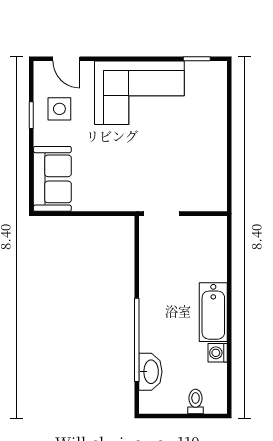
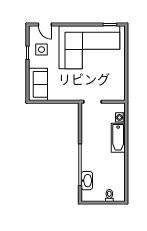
corner sofa: (139, 93) -> (89, 47), width x1.36, depth x1.36
bathtub: (213, 312) -> (118, 138), moved
washing machine: (218, 353) -> (120, 117), moved

